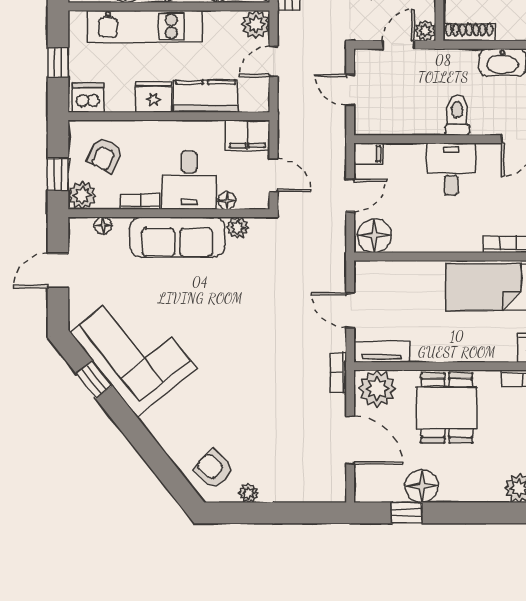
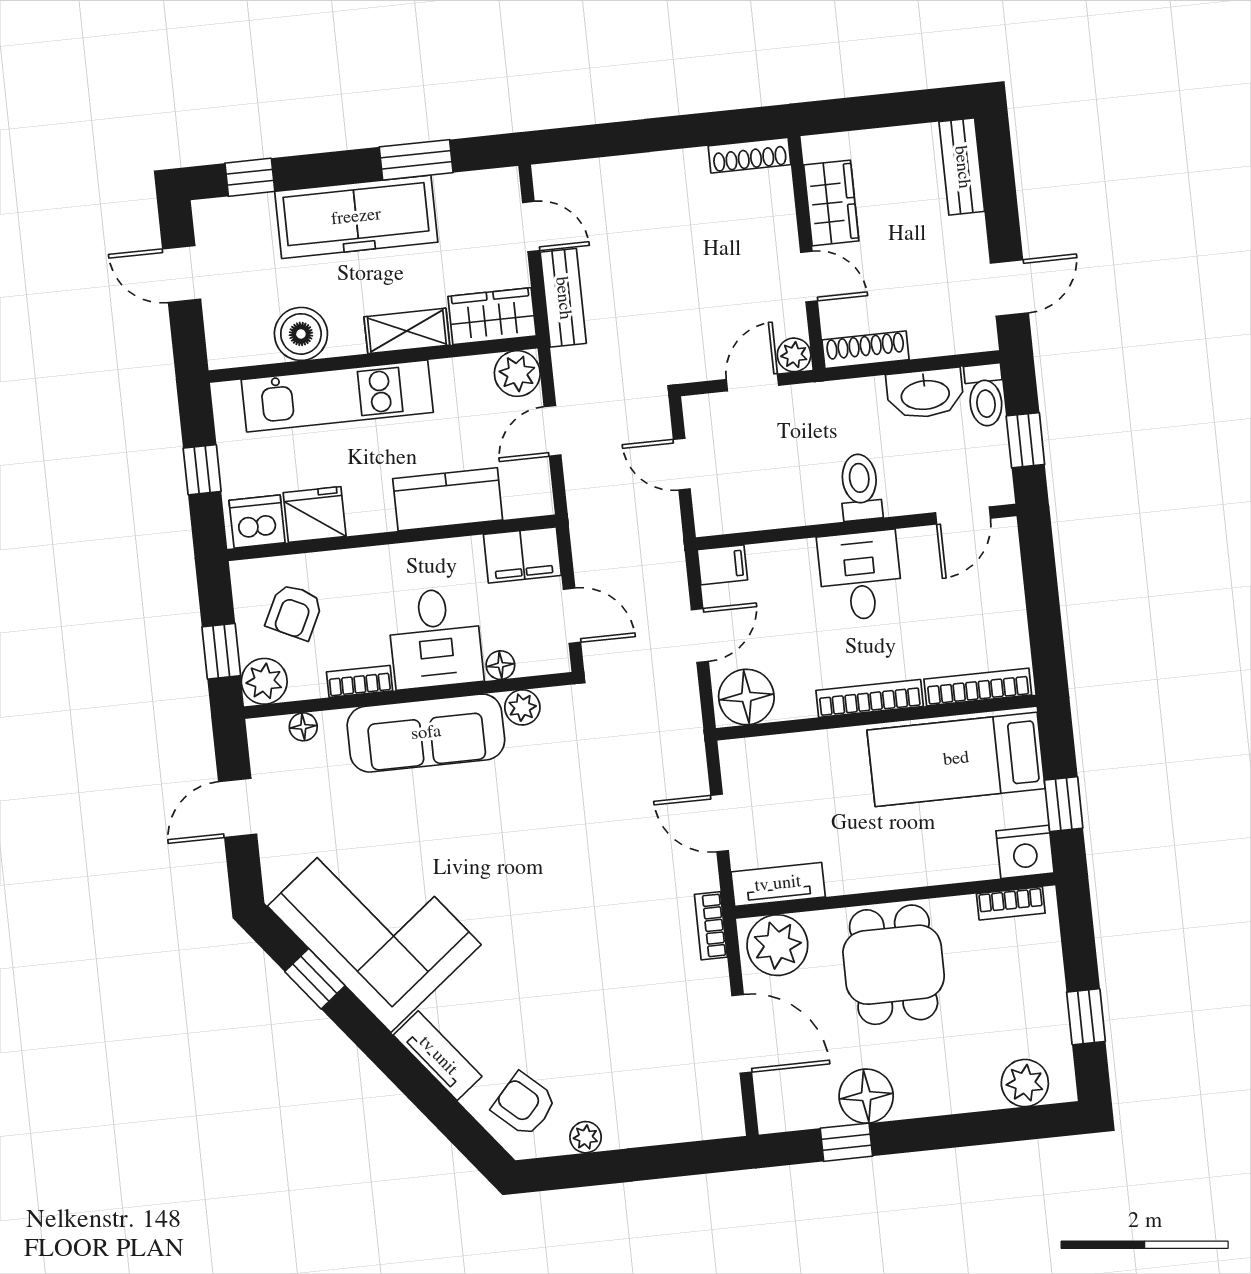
fridge: (154, 97) -> (315, 514), moved
bookcase: (449, 244) -> (870, 698), added
tv unit: (164, 434) -> (438, 1056), added

